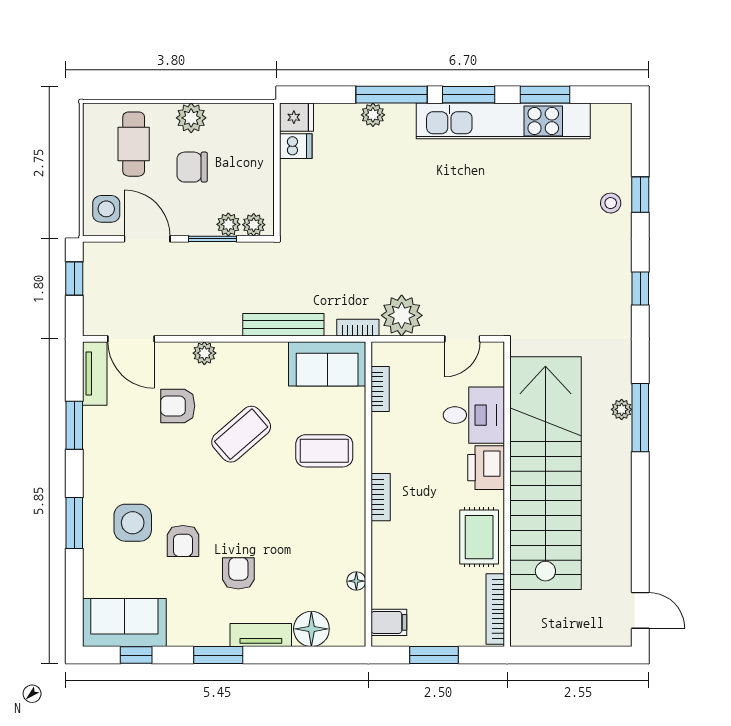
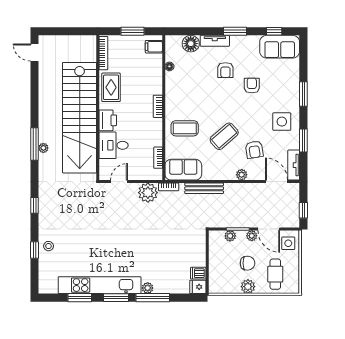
plant: (373, 115) -> (148, 288), moved
plant: (254, 225) -> (252, 236), moved
armchair: (178, 406) -> (254, 150), turned 81
side table: (133, 523) -> (282, 122), moved

